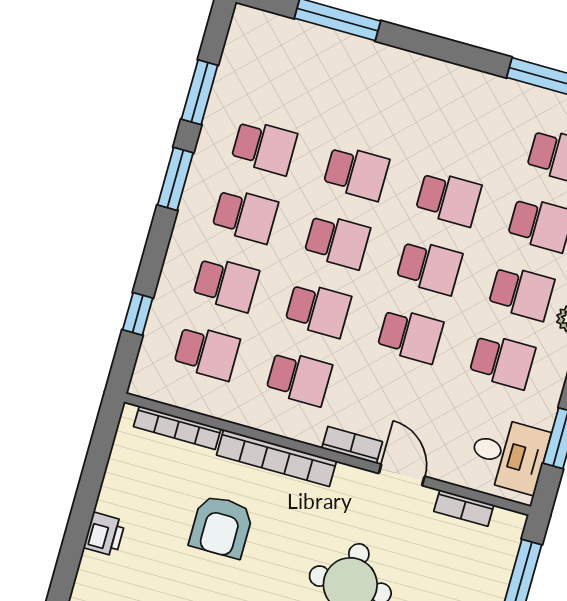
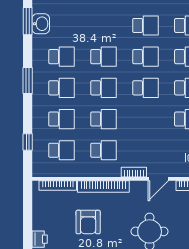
washbasin: (239, 62) -> (41, 24), added
window: (200, 92) -> (28, 21), moved
school desk: (410, 336) -> (145, 25), moved
door: (402, 475) -> (158, 179), swing flipped

